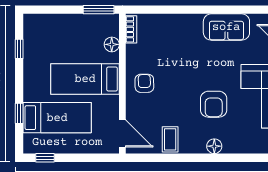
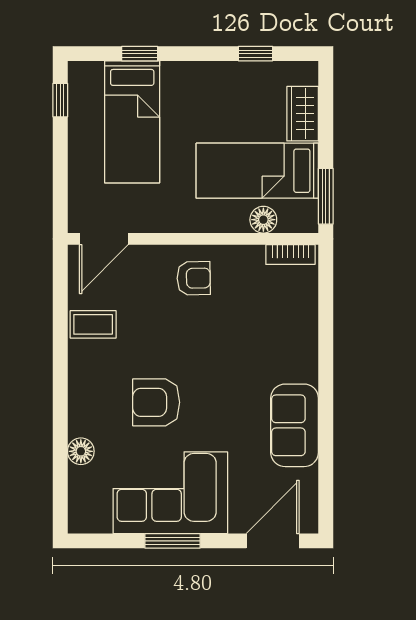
wardrobe: (53, 23) -> (303, 114), added
bed: (85, 79) -> (257, 171), moved, turned -90
floor lamp: (214, 146) -> (81, 451), moved

